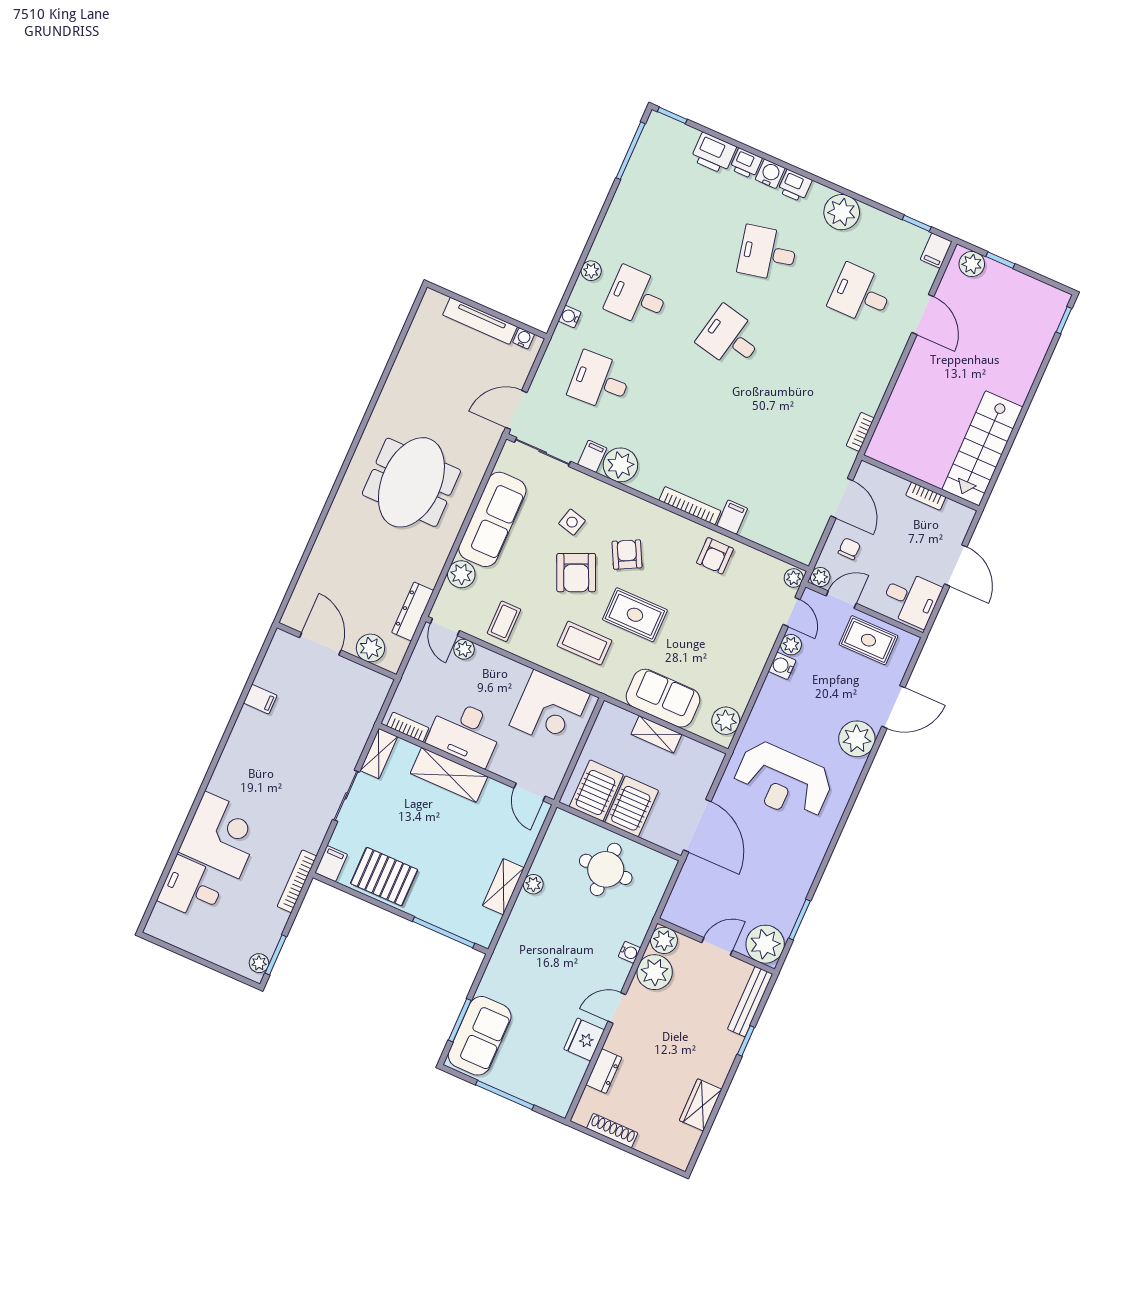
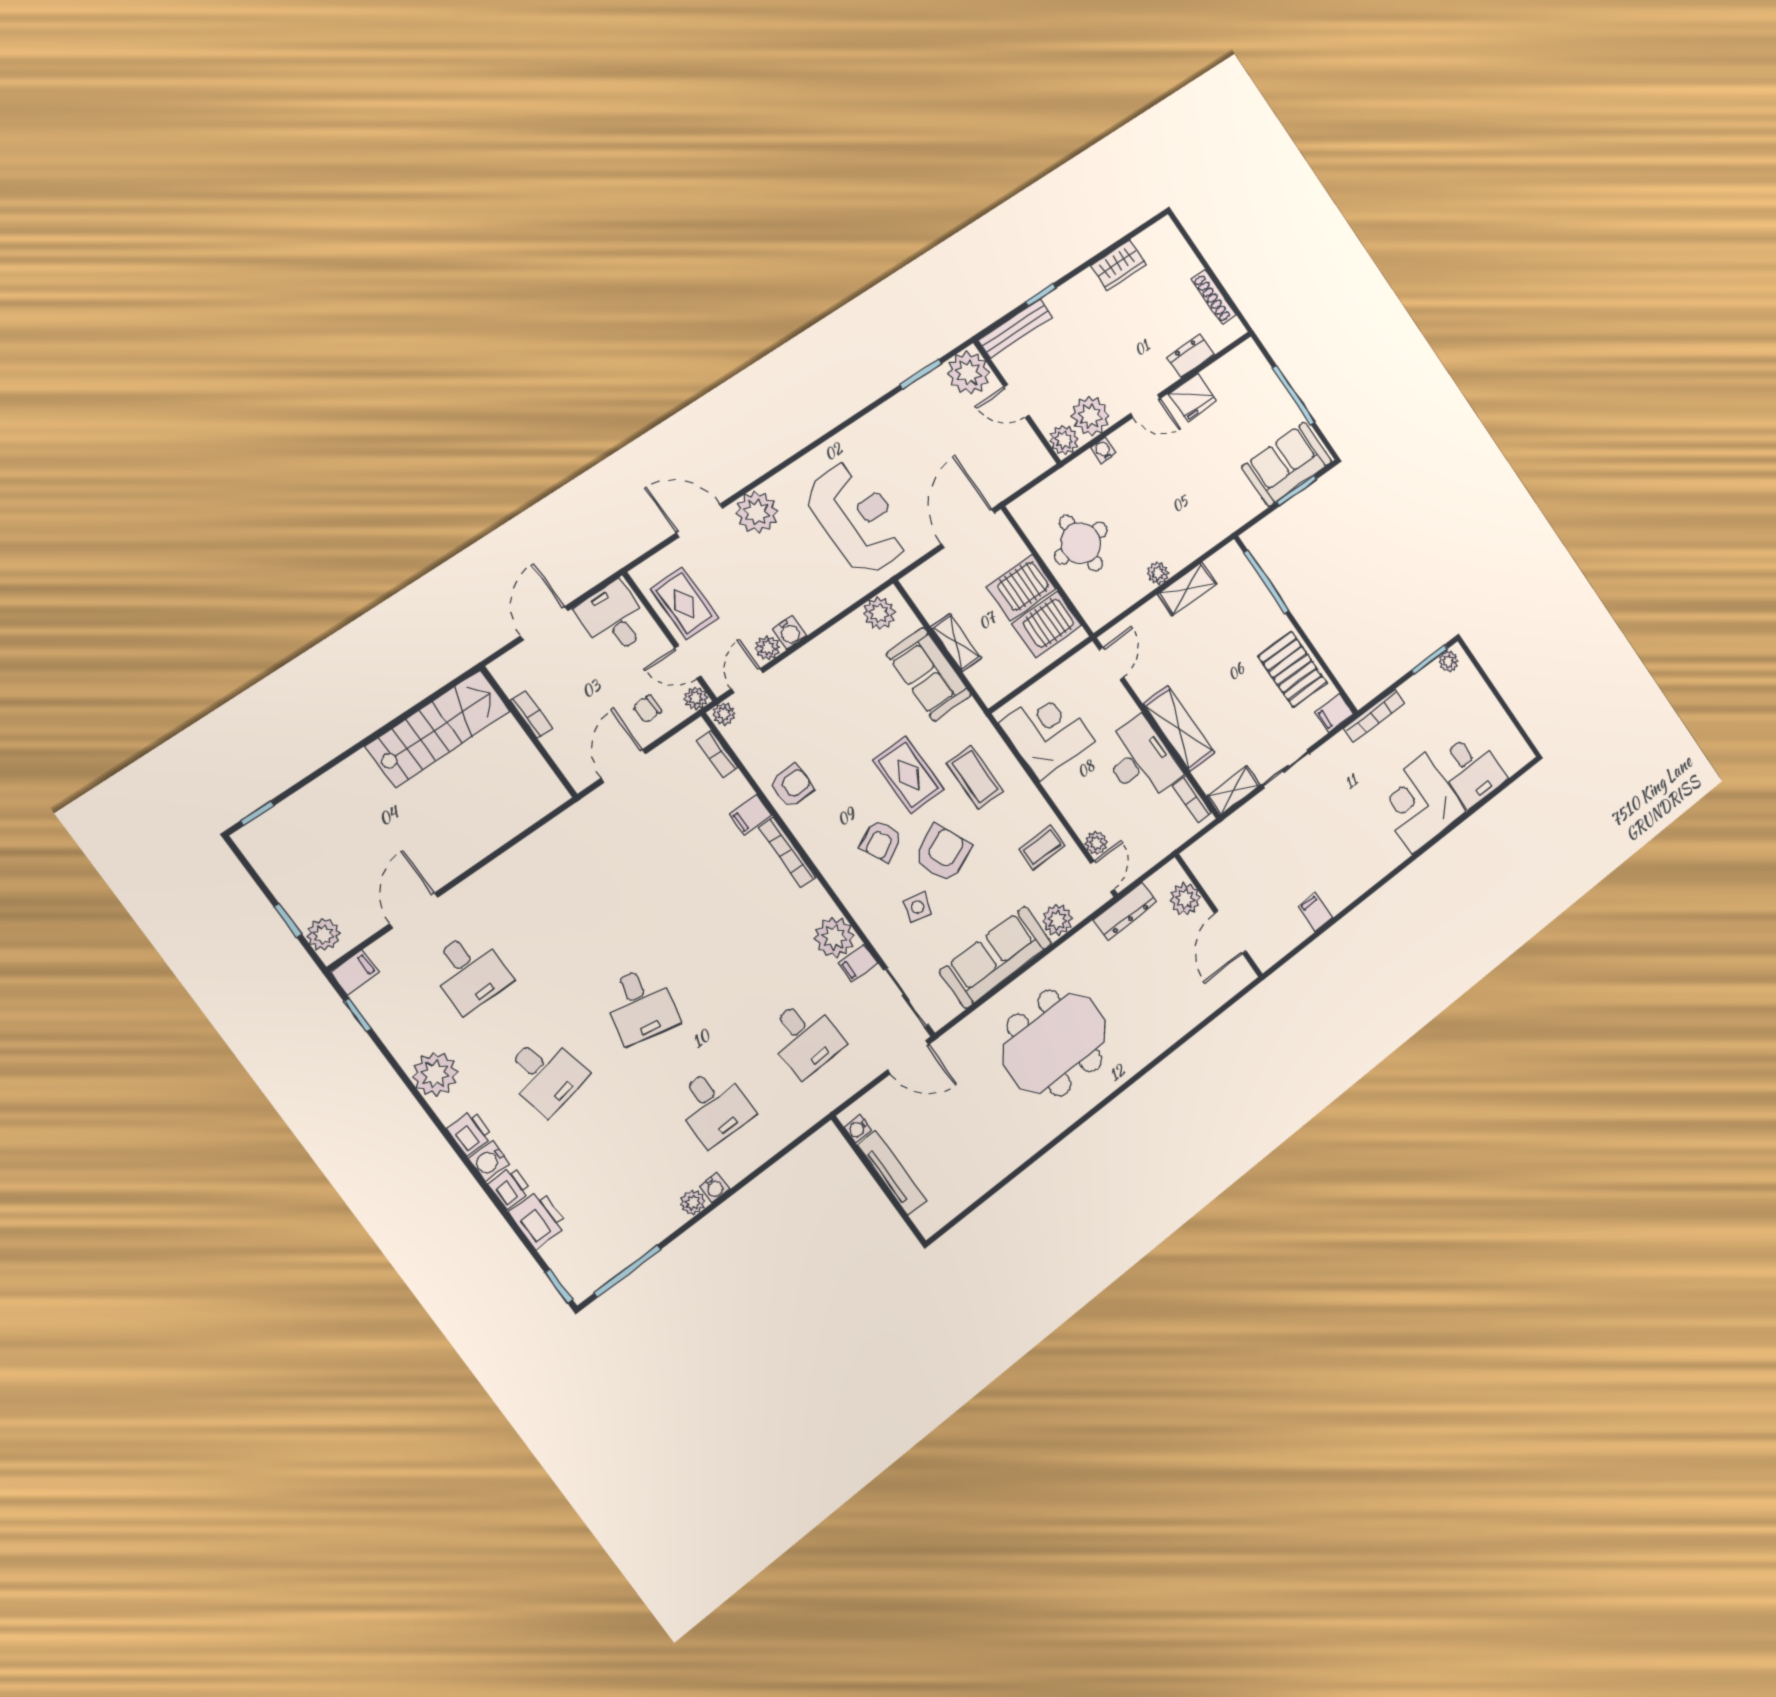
plant: (591, 271) -> (693, 1202), moved
water cooler: (570, 317) -> (714, 1188), moved
bookcase: (860, 432) -> (717, 754), moved, turned 90

